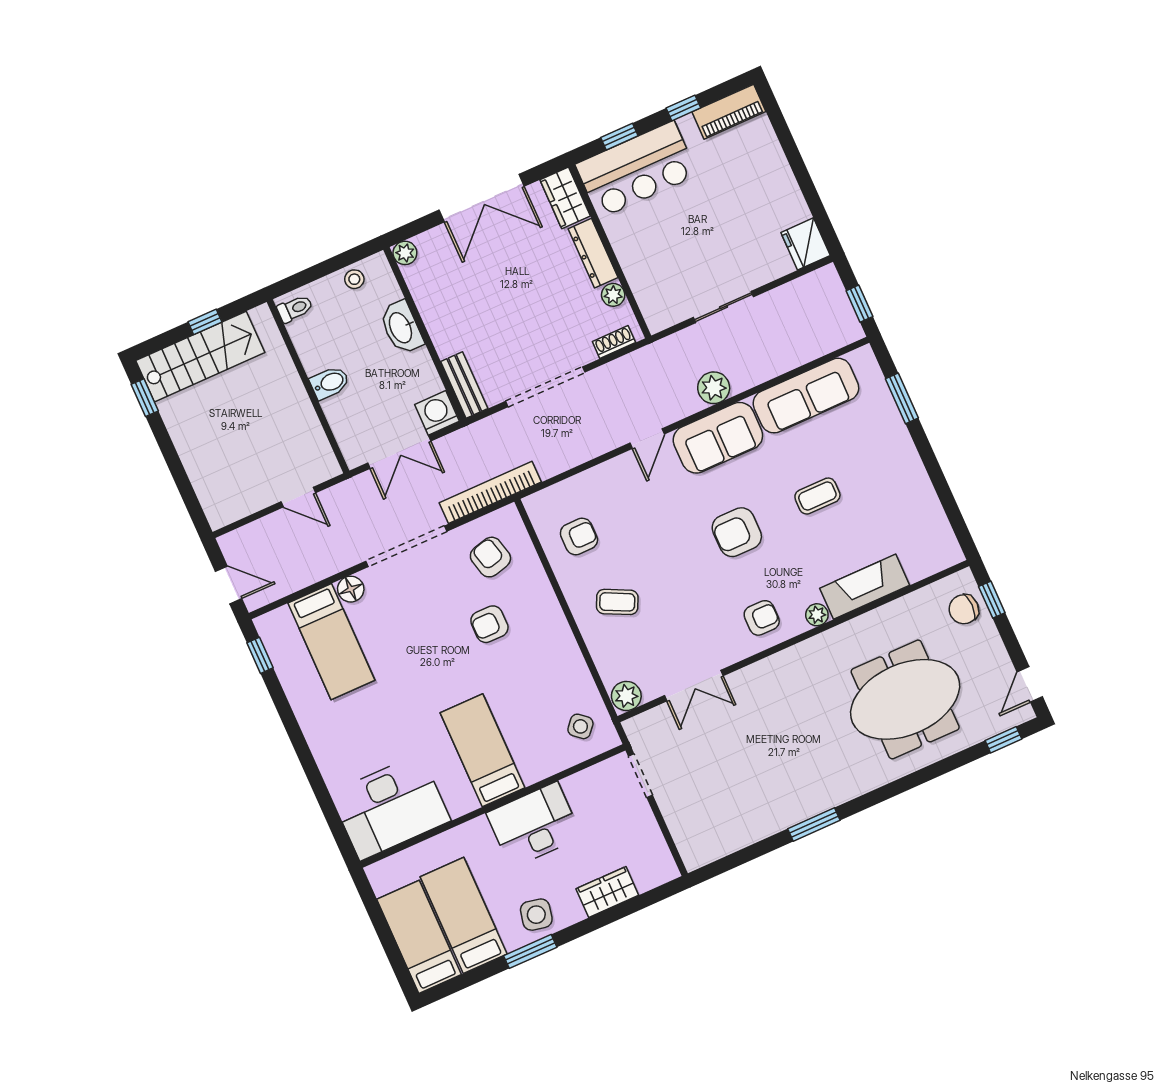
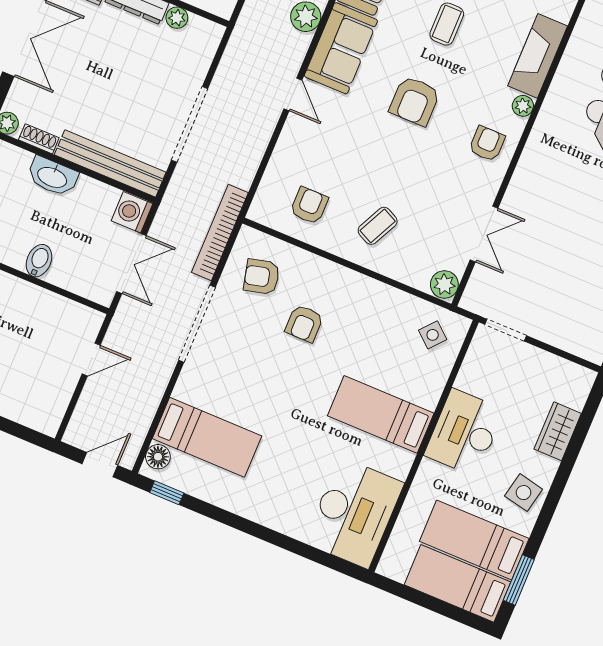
shoe rack: (614, 342) -> (39, 139), moved, turned 90
bench: (464, 385) -> (110, 163), width x1.86, depth x1.21
floor lamp: (351, 589) -> (158, 457), moved
window: (530, 951) -> (519, 580), moved

